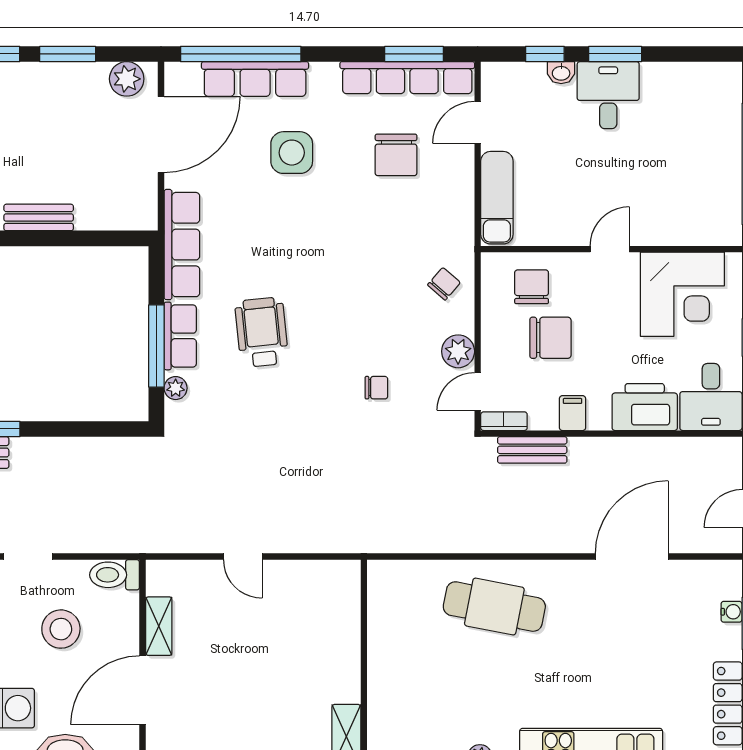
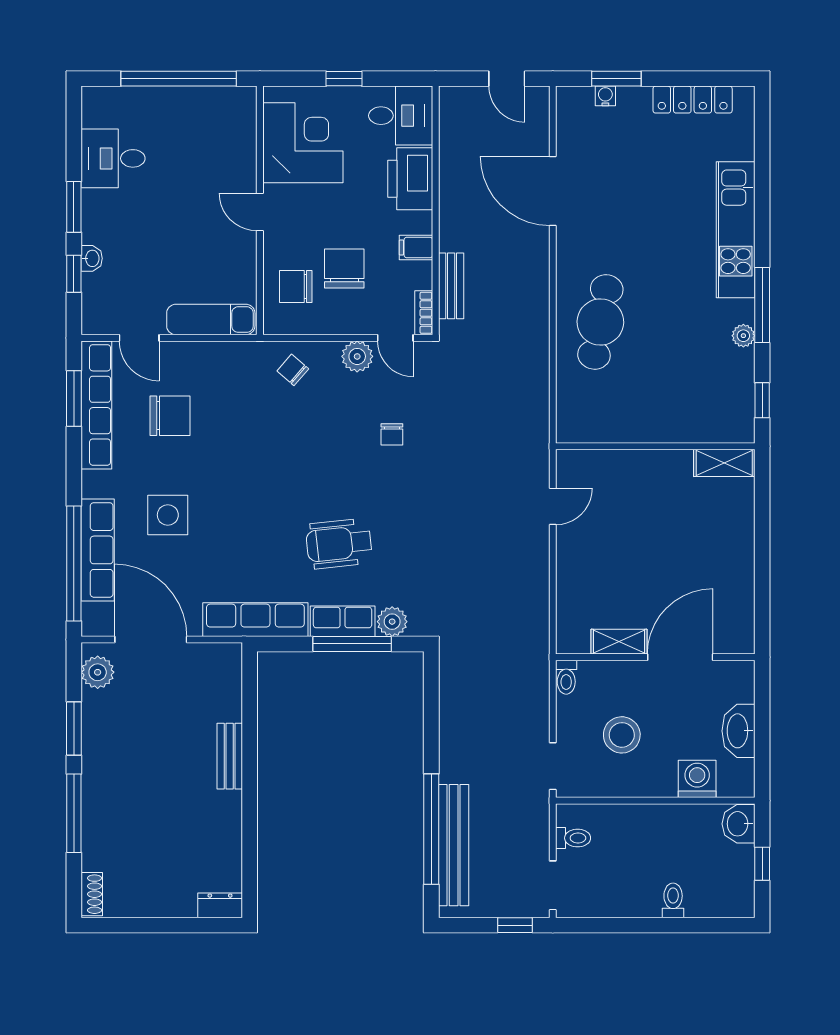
desk: (608, 95) -> (113, 158), moved
plant: (176, 388) -> (392, 622), width x1.38, depth x1.38
chair: (376, 388) -> (392, 434), turned 180
door: (243, 557) -> (553, 506), moved
toilet: (115, 575) -> (566, 677), width x0.73, depth x0.72
door: (143, 690) -> (680, 657), swing flipped

